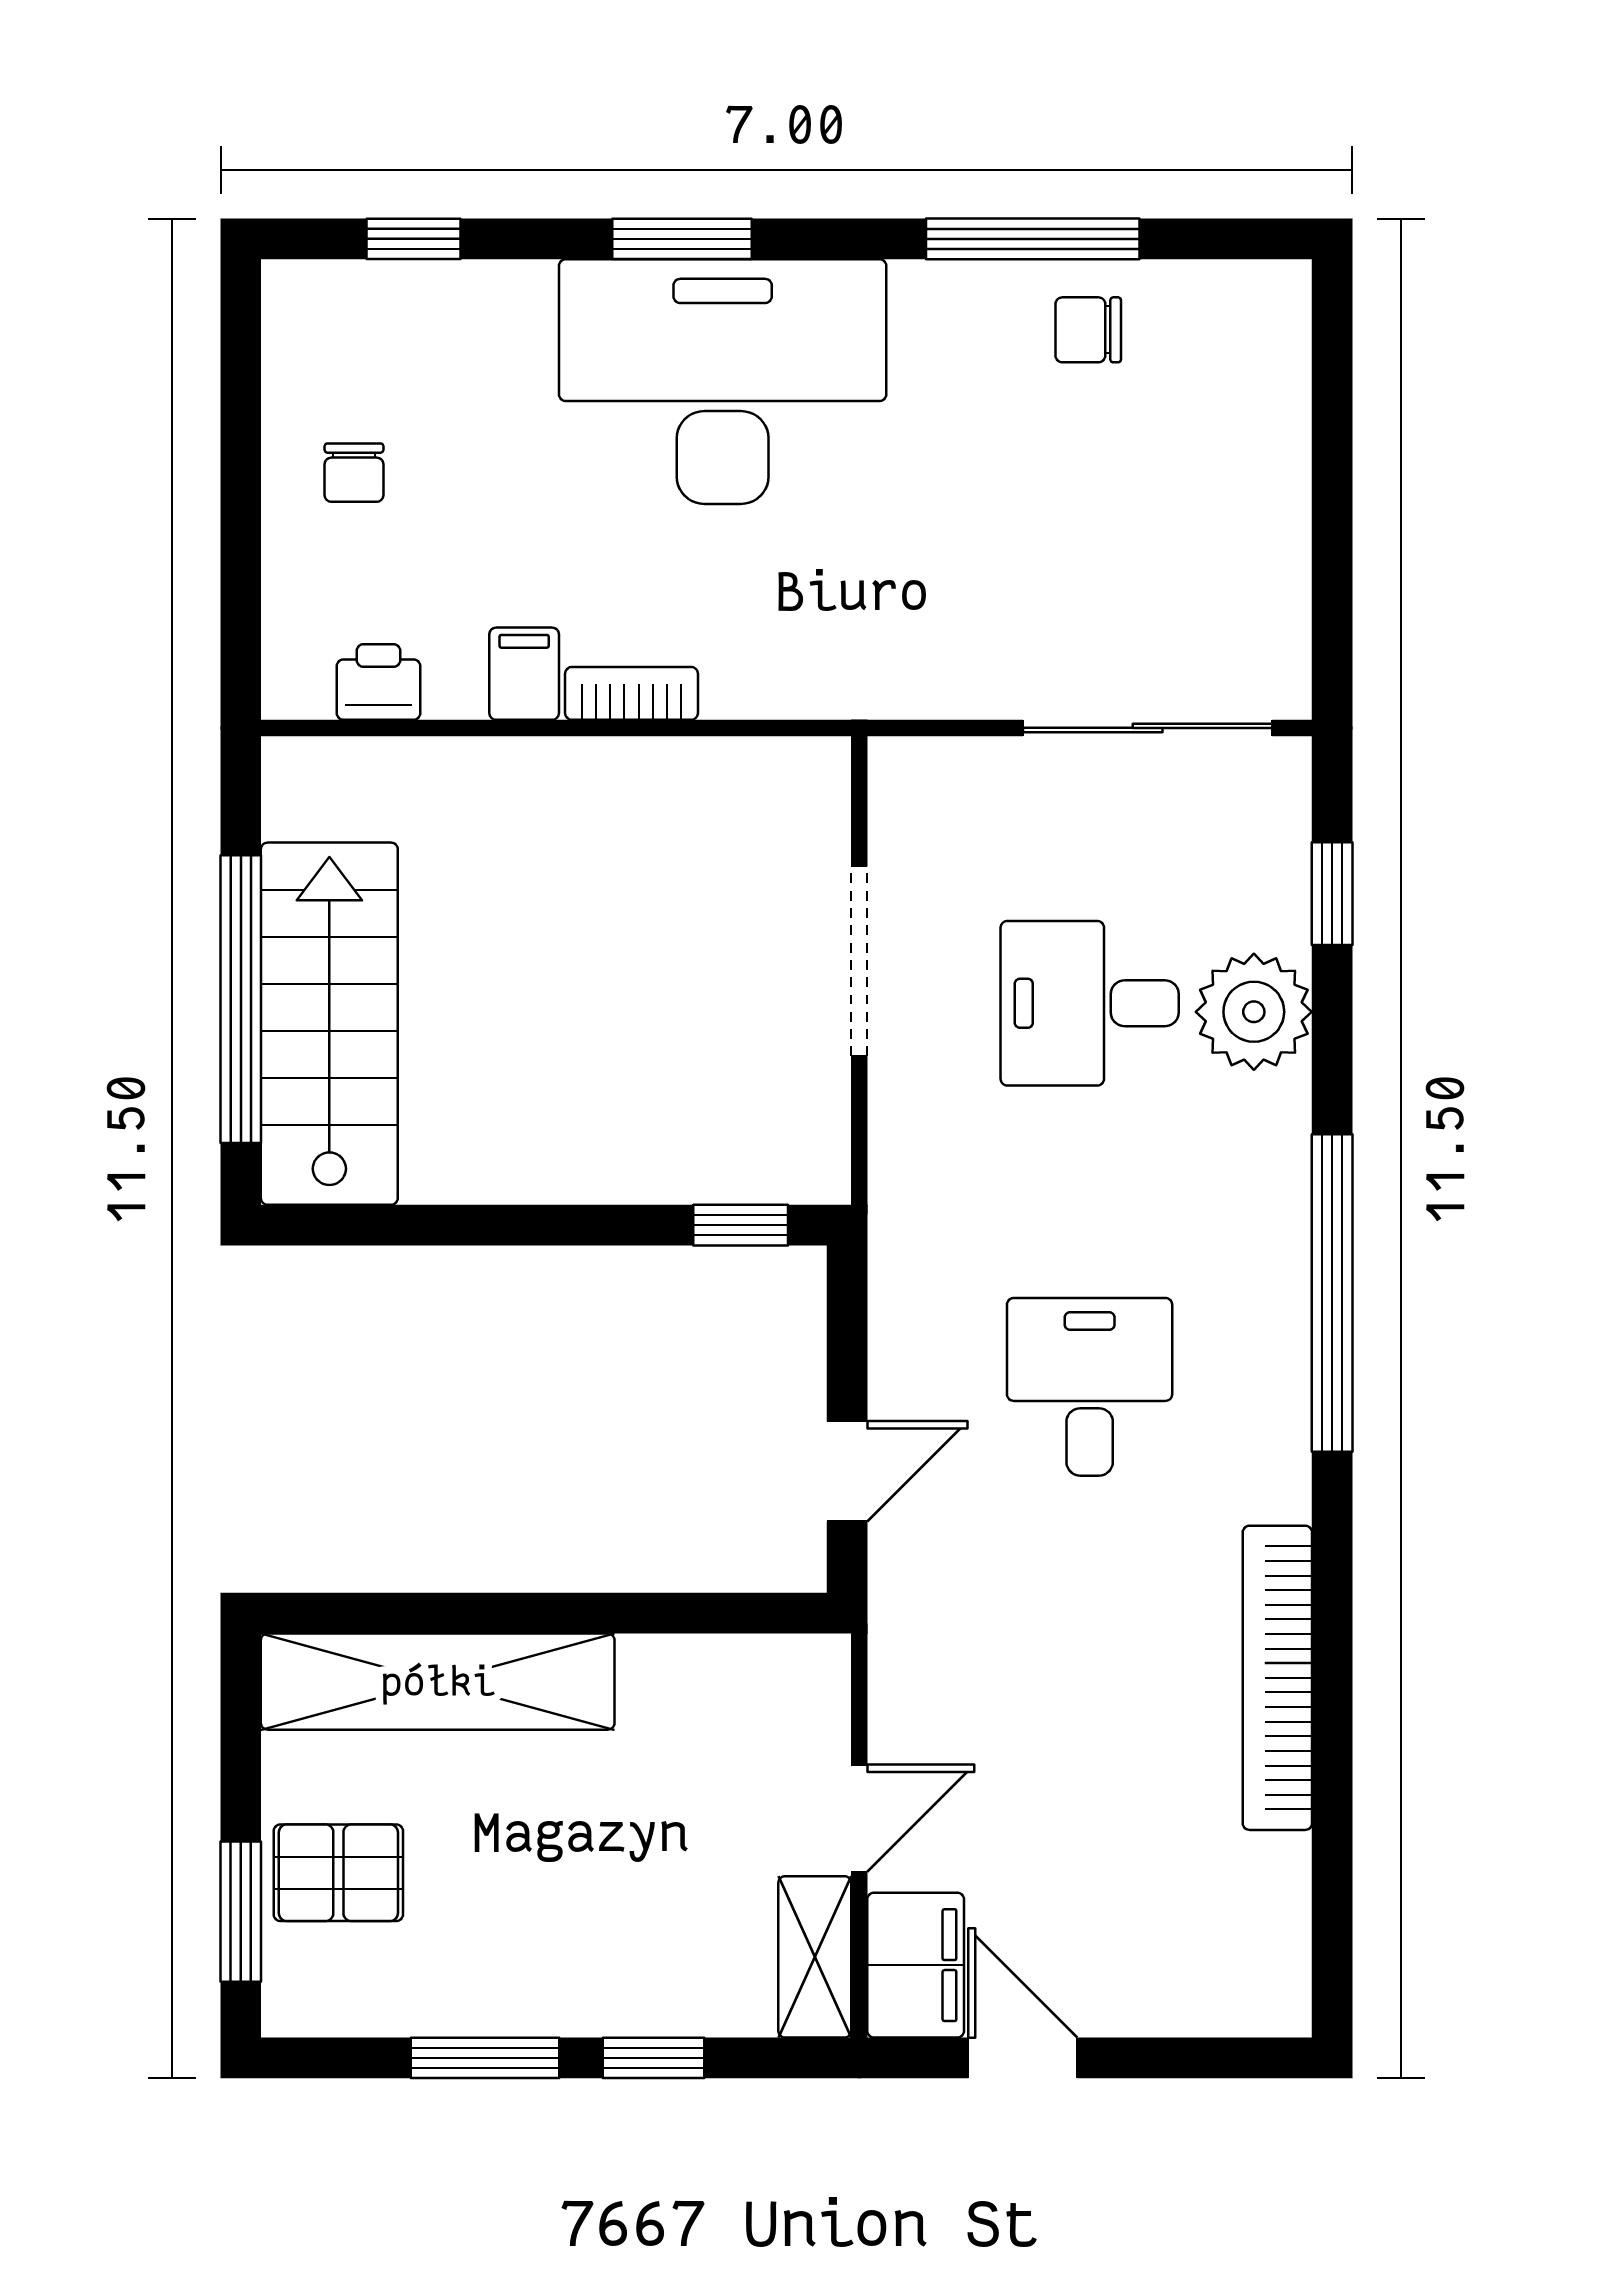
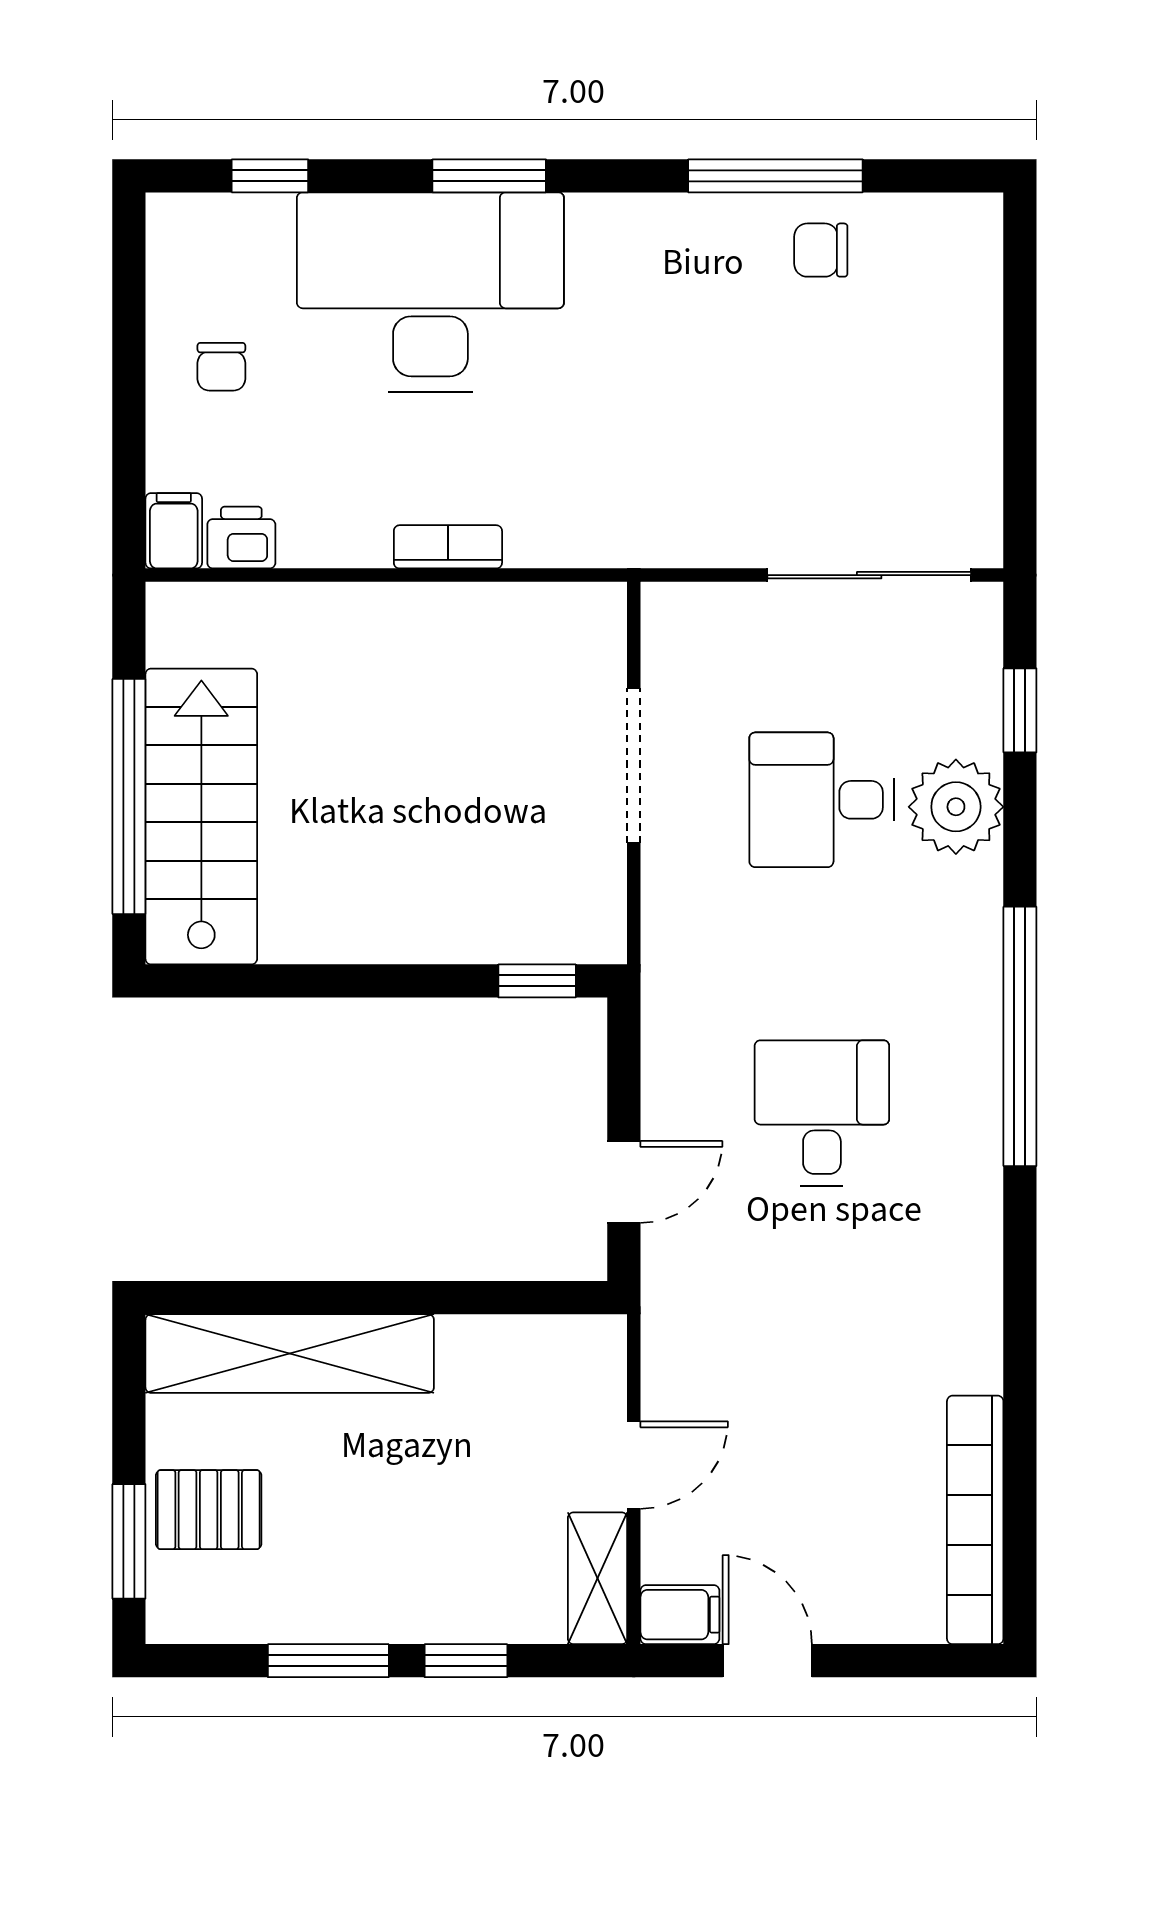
desk: (723, 382) -> (430, 292), moved
filing cabinet: (524, 674) -> (174, 531), moved
bookcase: (1277, 1678) -> (975, 1520), moved
filing cabinet: (916, 1965) -> (680, 1615), width x0.50

